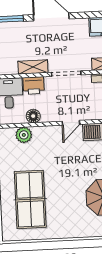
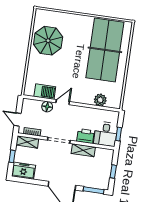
floor lamp: (33, 116) -> (47, 107), moved
table tennis table: (30, 199) -> (105, 50), width x1.36, depth x1.32

